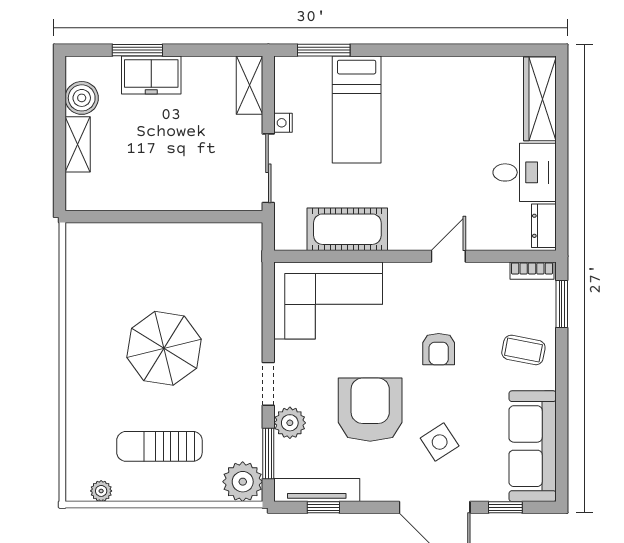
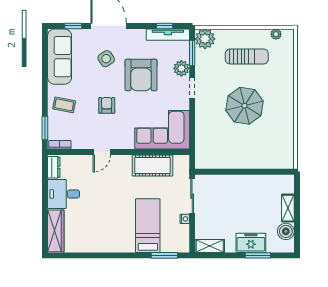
shelving: (250, 85) -> (210, 246), moved, turned 90

